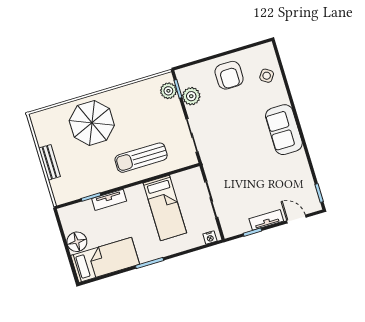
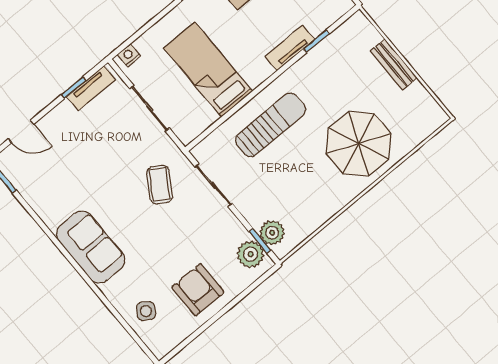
plant: (191, 96) -> (250, 254), moved
coffee table: (225, 150) -> (159, 185), added
tv unit: (266, 220) -> (91, 88), moved

